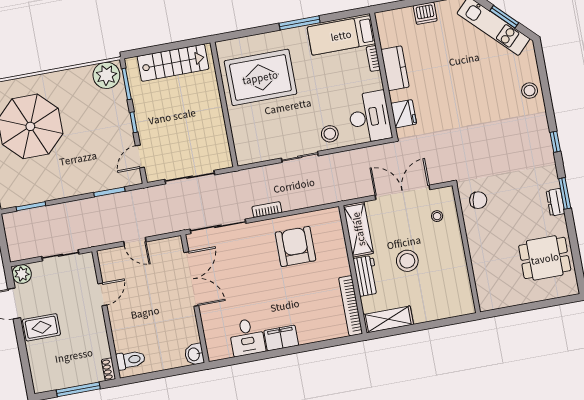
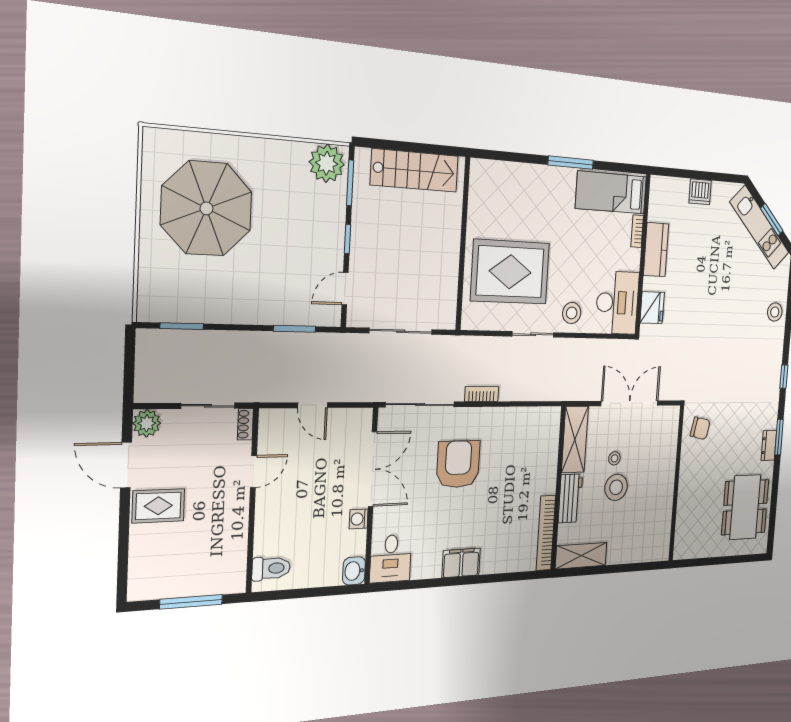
rug: (260, 77) -> (510, 272), moved
stool: (437, 216) -> (614, 458), moved
armchair: (295, 246) -> (458, 464), moved
dining table: (545, 258) -> (745, 507), width x1.37
washing machine: (189, 316) -> (359, 519), added
desk: (247, 337) -> (391, 559), moved
shoe rack: (109, 369) -> (245, 424), moved

